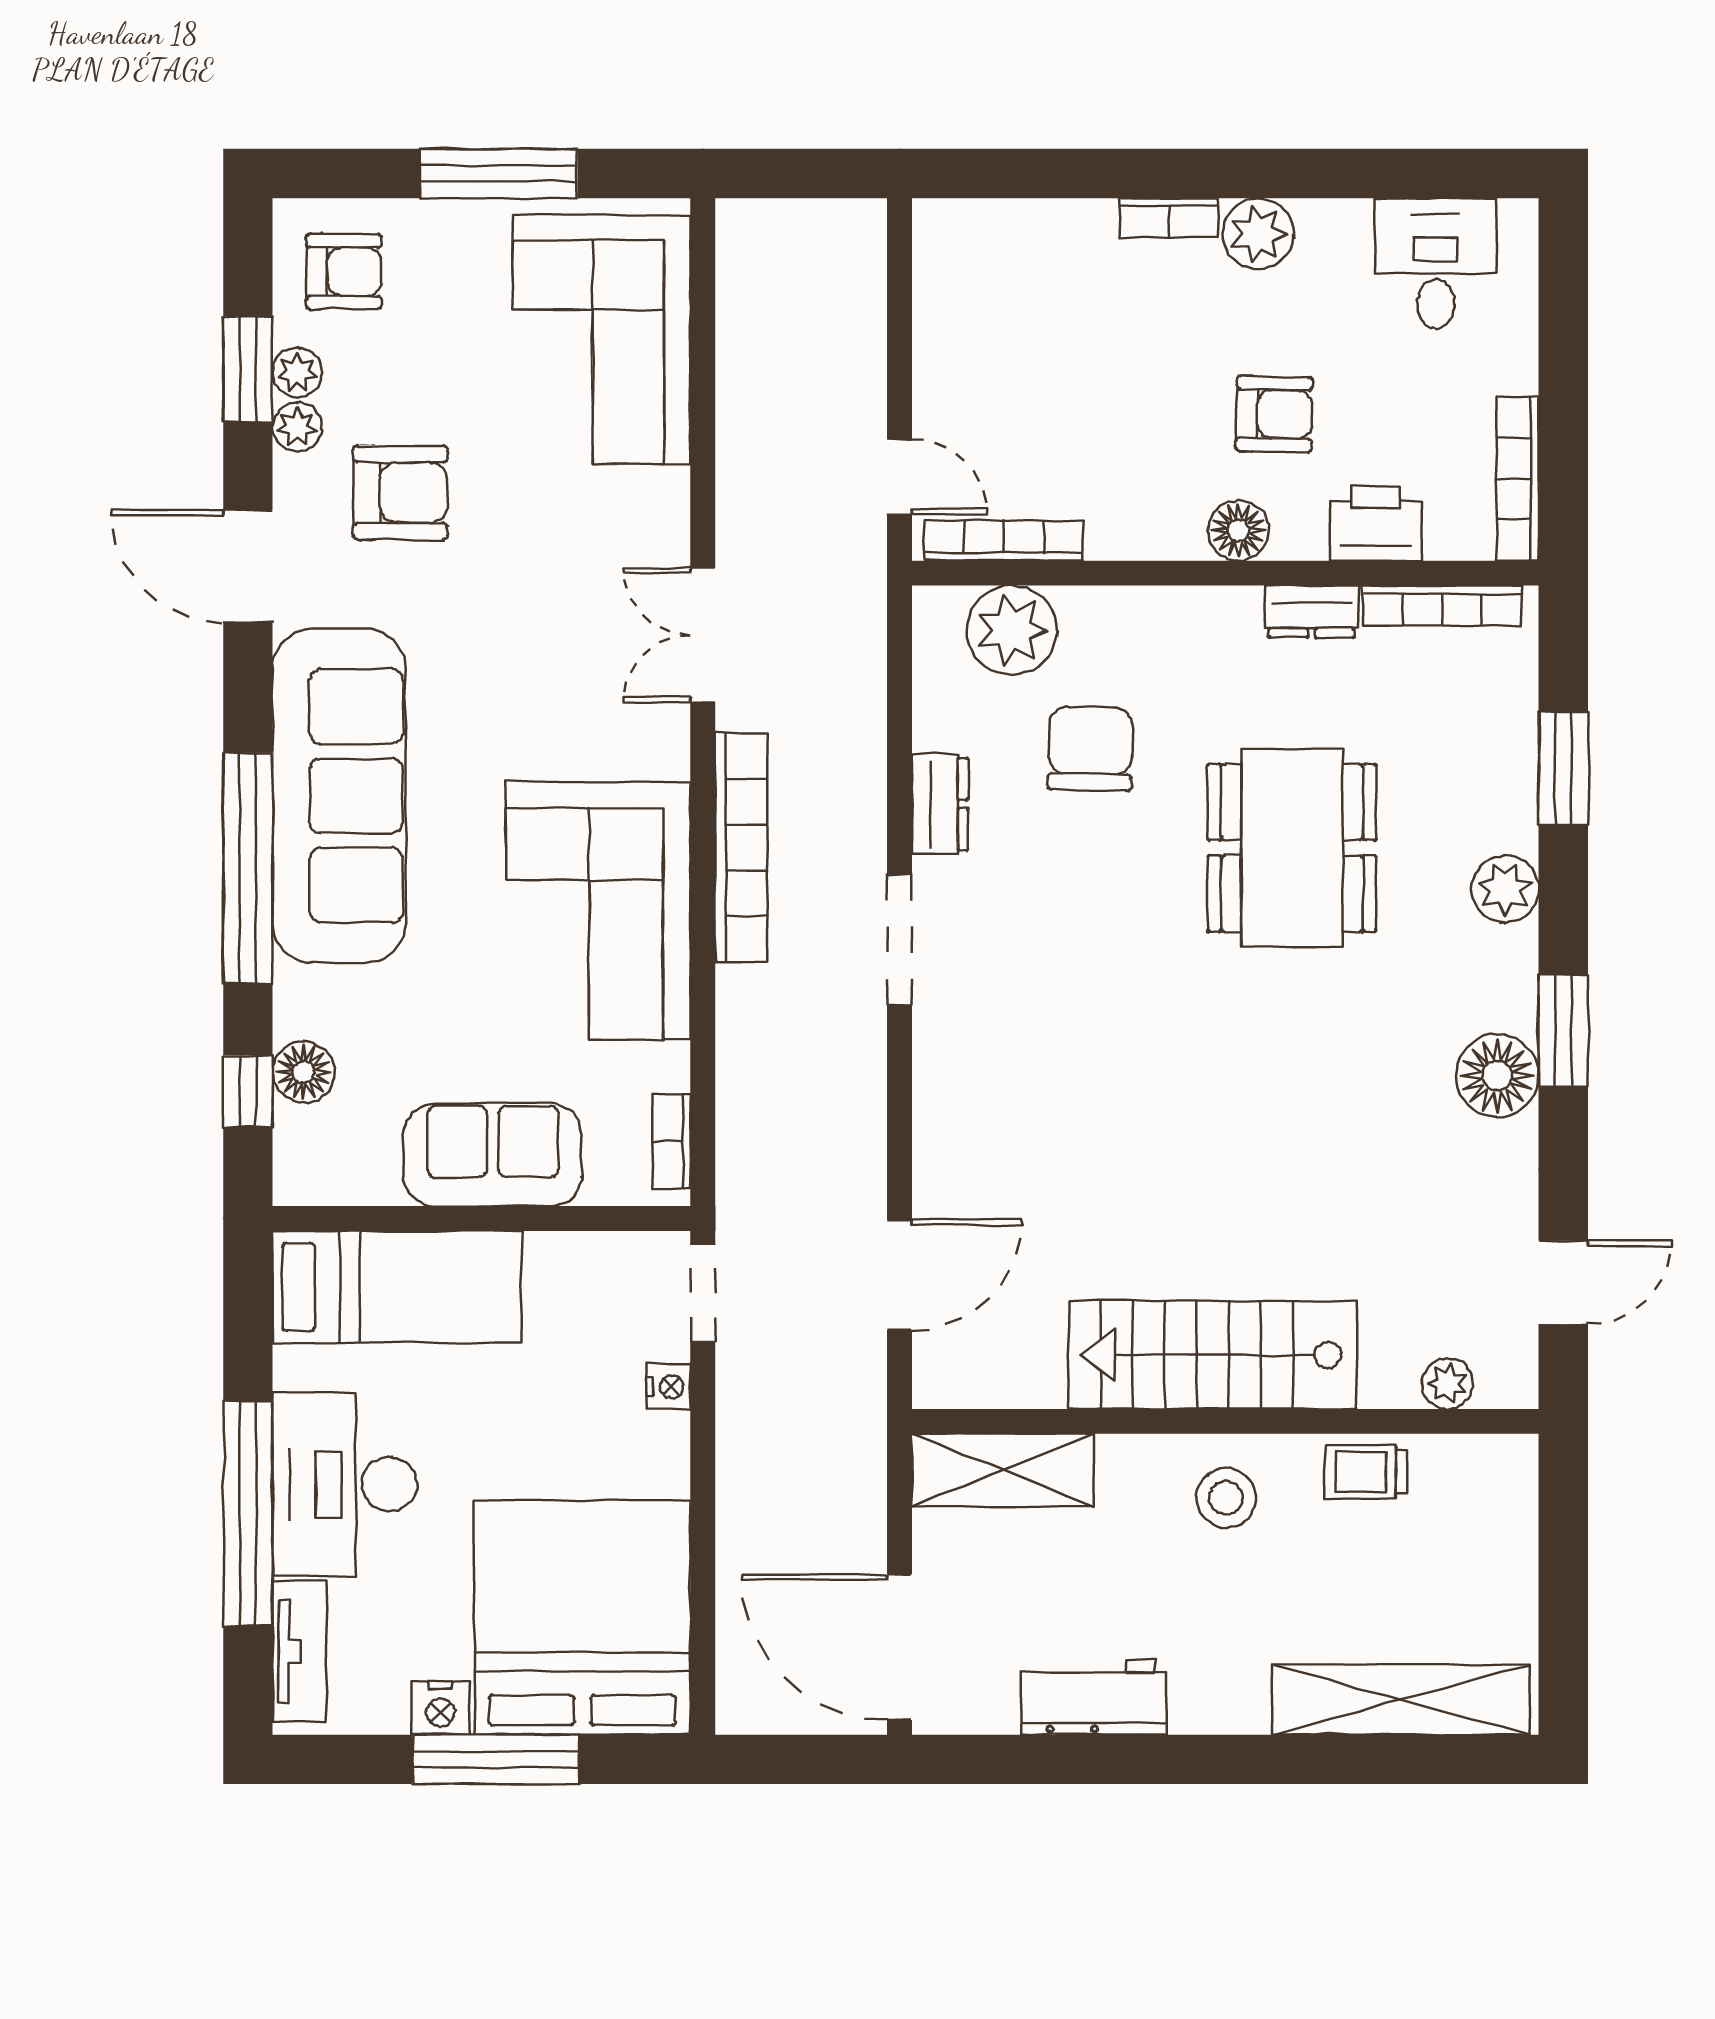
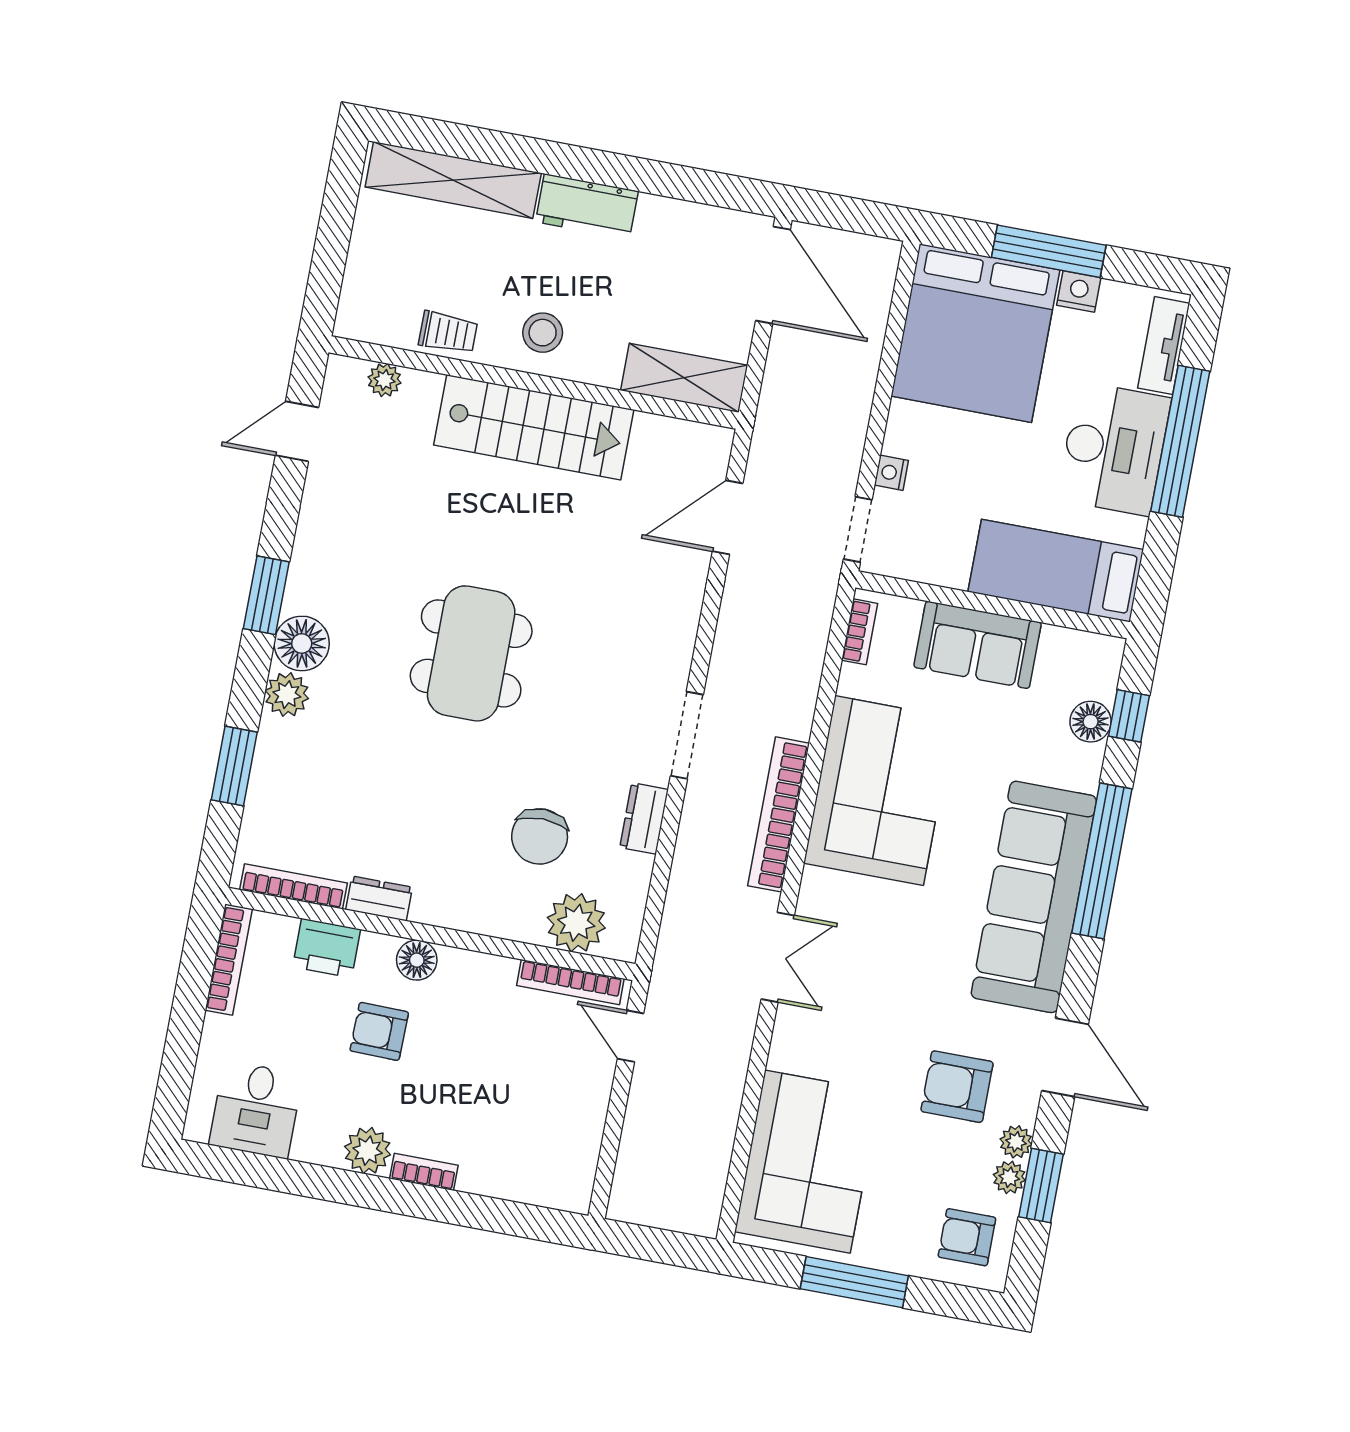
dining table: (1292, 848) -> (471, 653), moved
floor lamp: (1497, 1076) -> (302, 643), moved
workbench: (1094, 1698) -> (587, 206), moved

